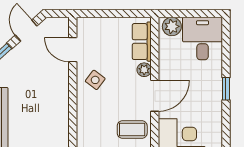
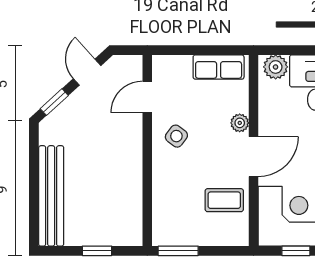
row of seats: (142, 42) -> (219, 67), moved, turned -90
door: (73, 50) -> (147, 97), hinge flipped

